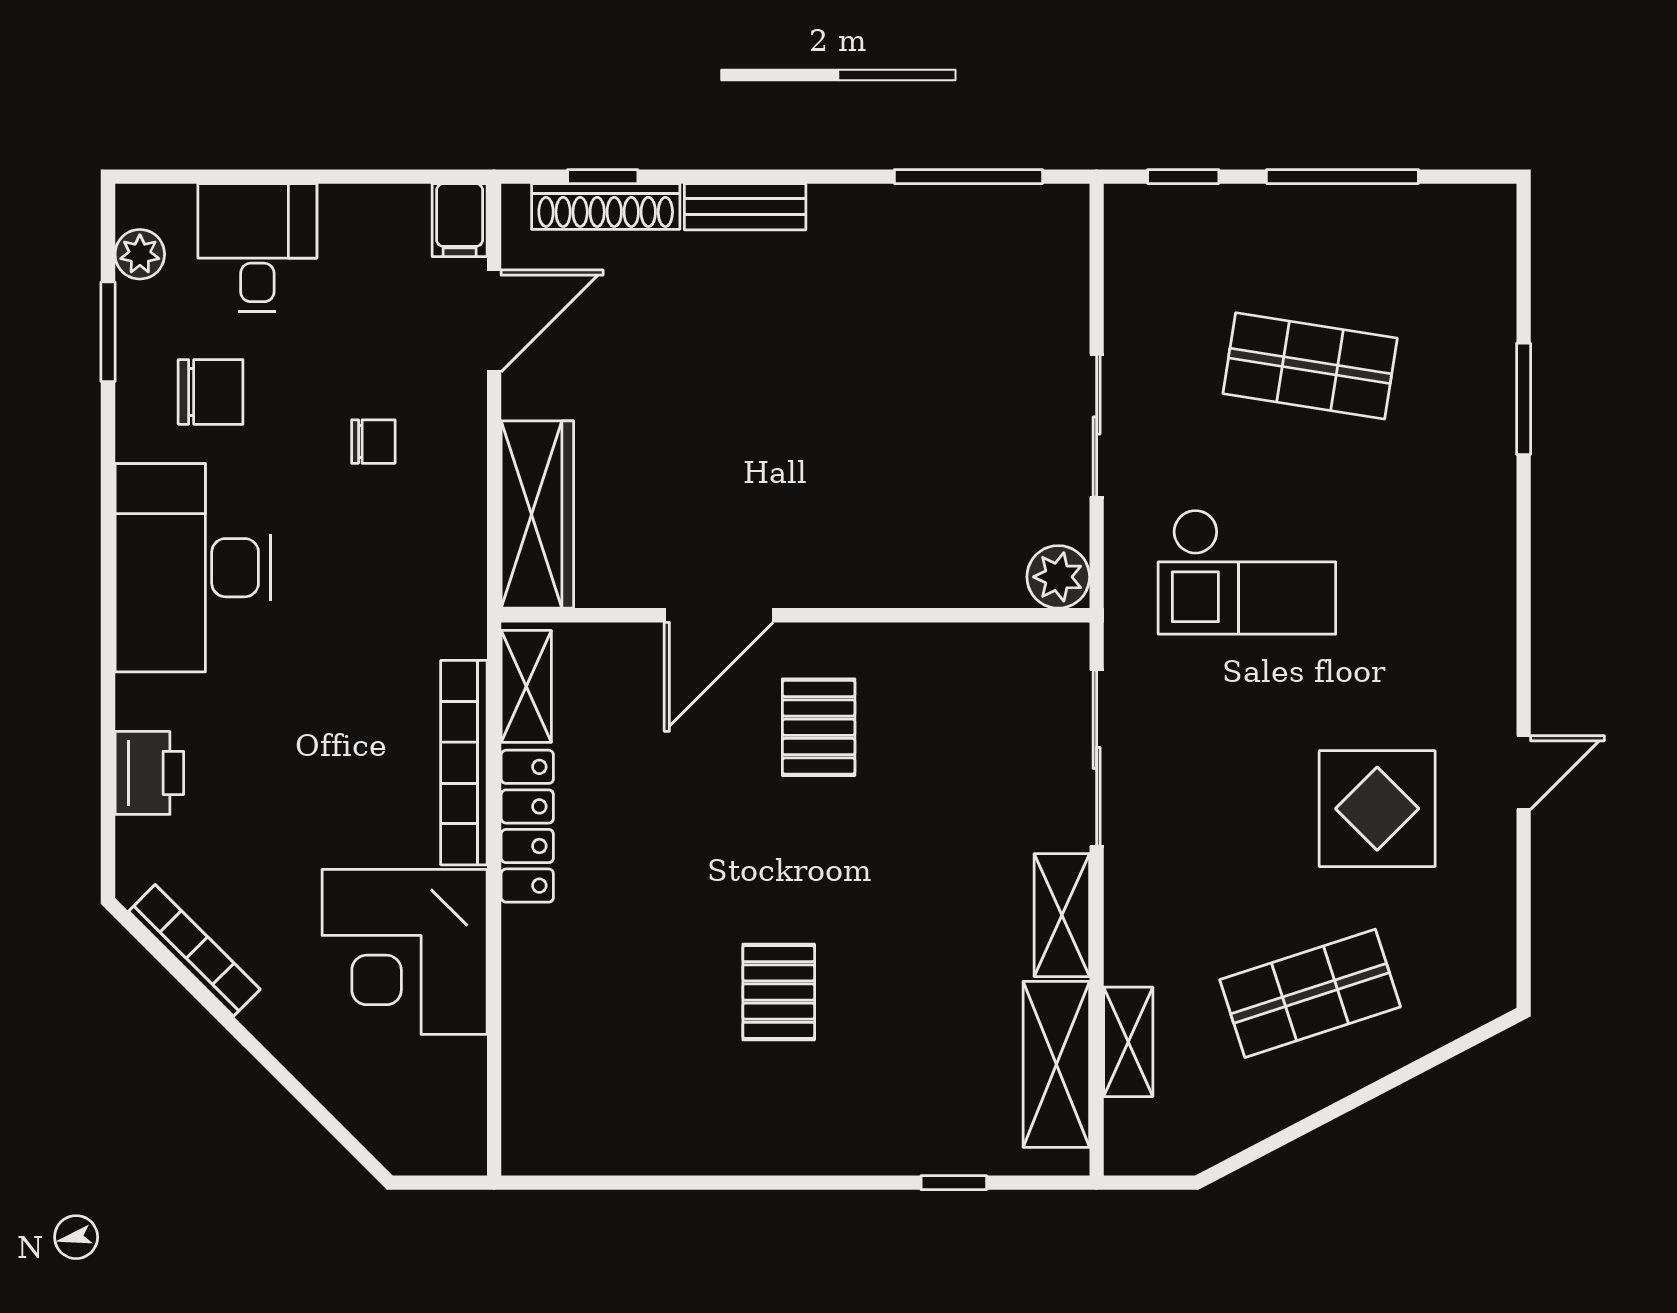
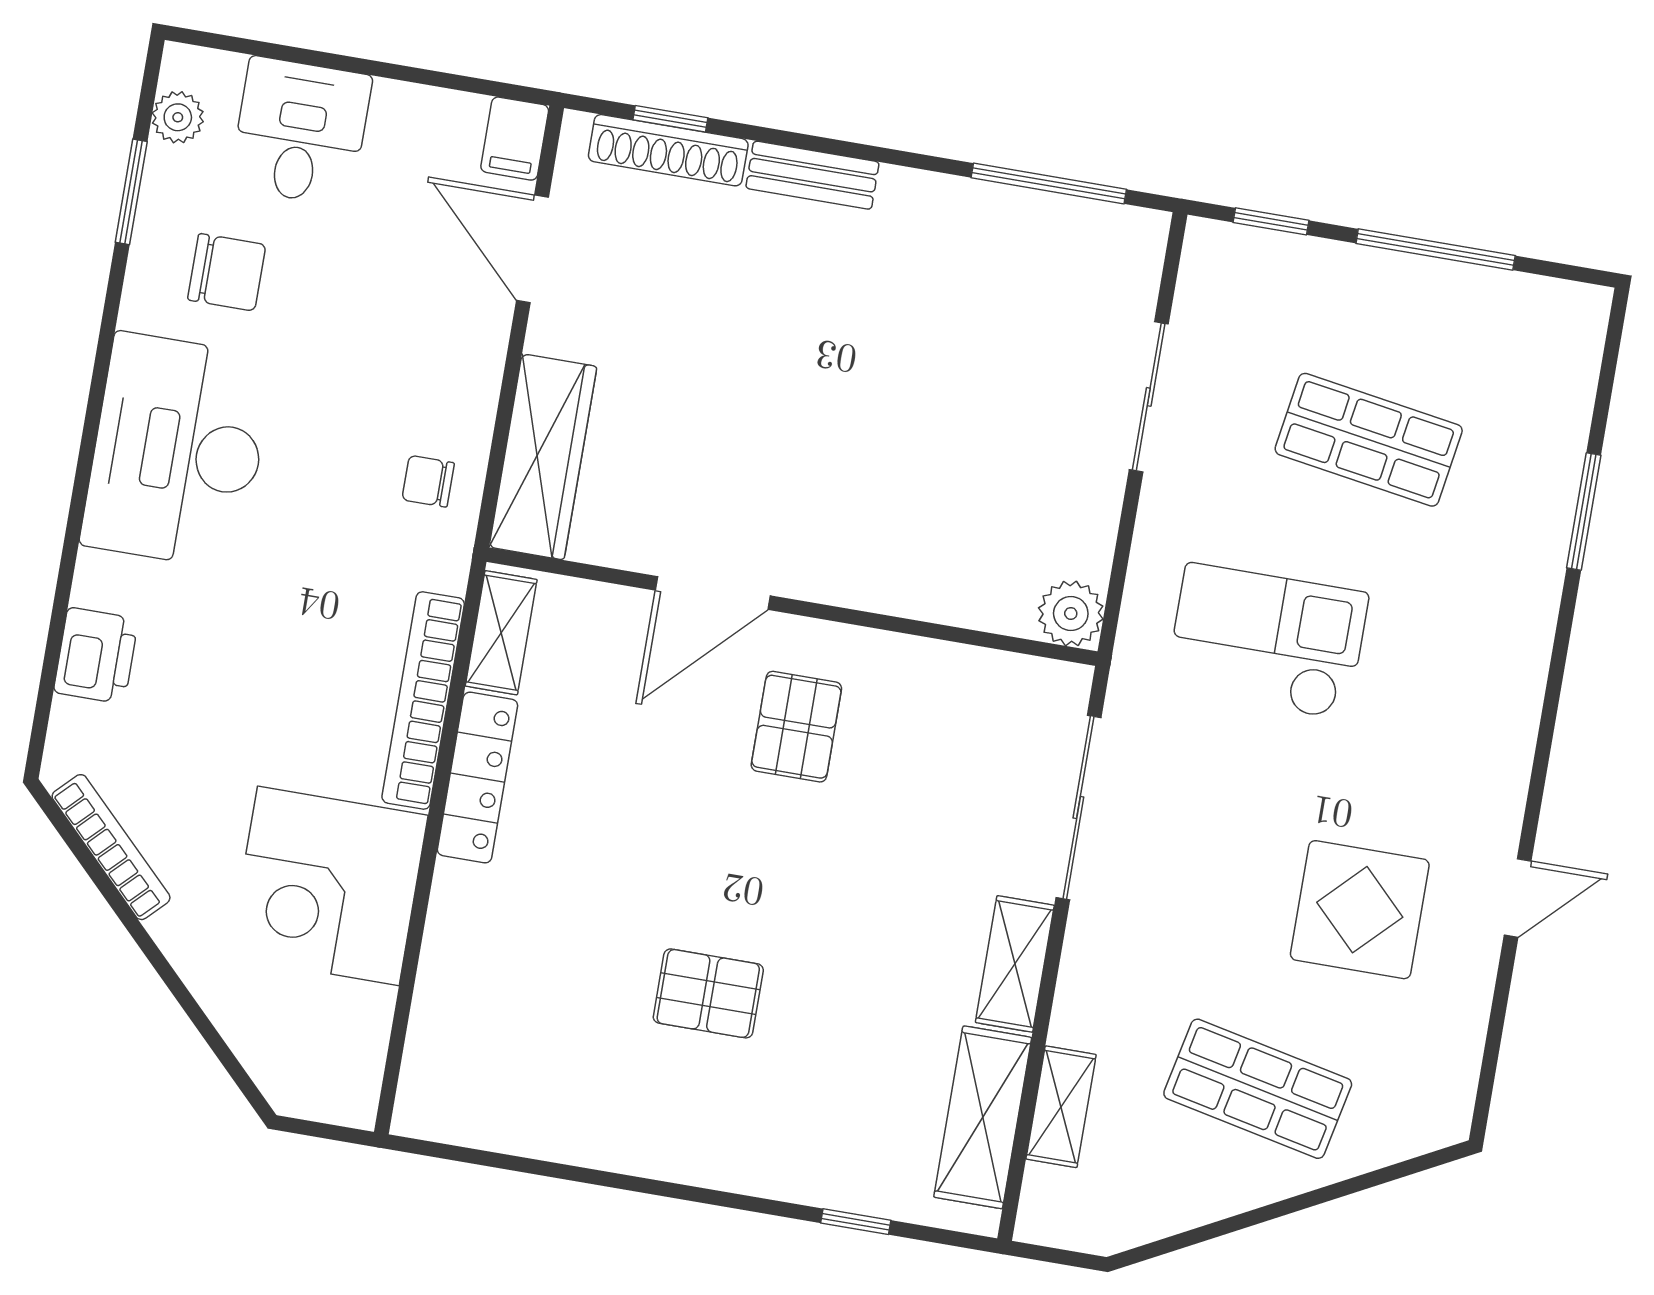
door: (494, 321) -> (532, 249), swing flipped
sliding door: (1097, 426) -> (1149, 397), moved
chair: (373, 442) -> (428, 481), moved, turned 180
checkout: (1247, 572) -> (1267, 642), turned 180
pallet: (779, 992) -> (708, 993), turned 90
shop shelf: (1310, 993) -> (1258, 1089), turned 30

